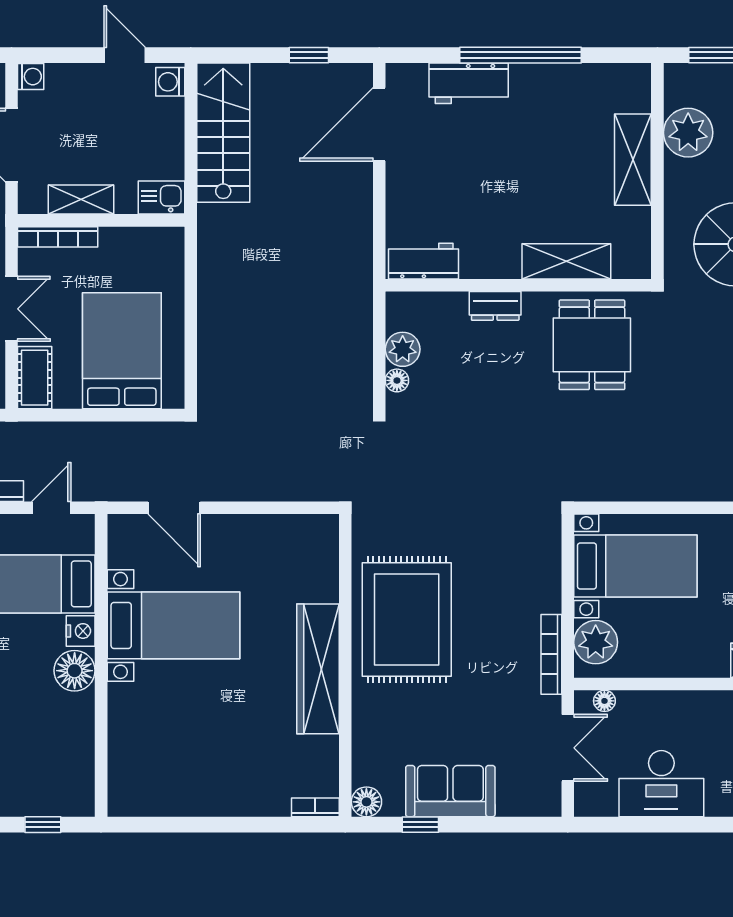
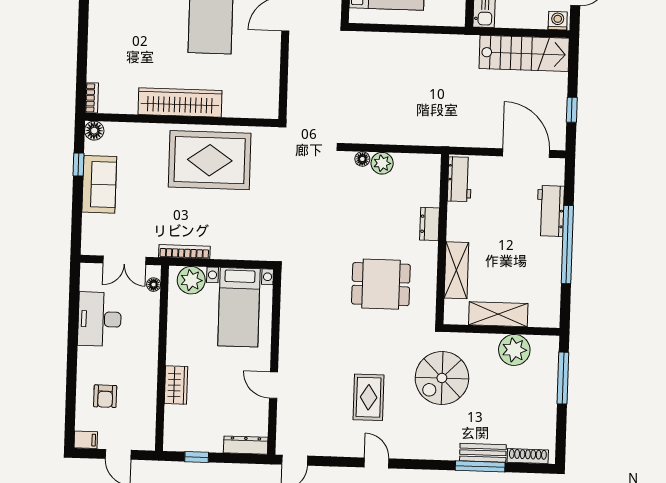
workbench: (424, 261) -> (460, 179), moved
shelving: (566, 261) -> (456, 270), moved
wall: (518, 285) -> (442, 239), moved
dresser: (495, 306) -> (429, 224), moved

